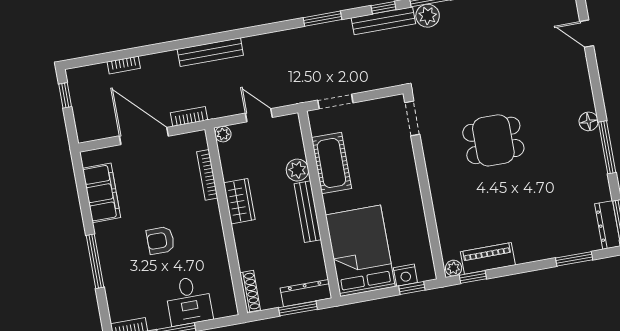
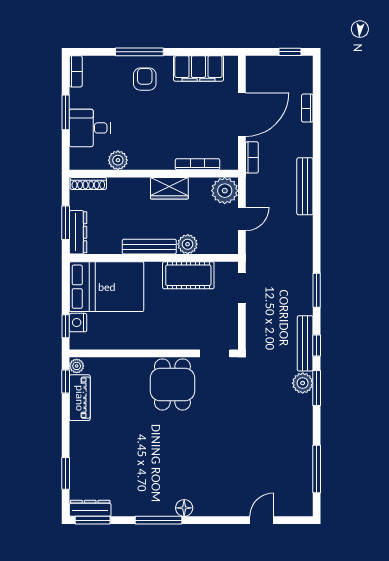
plant: (223, 134) -> (225, 191), width x1.87, depth x1.87
dining table: (493, 140) -> (172, 384), moved
armchair: (160, 240) -> (145, 79), moved
plant: (219, 263) -> (118, 160), added

